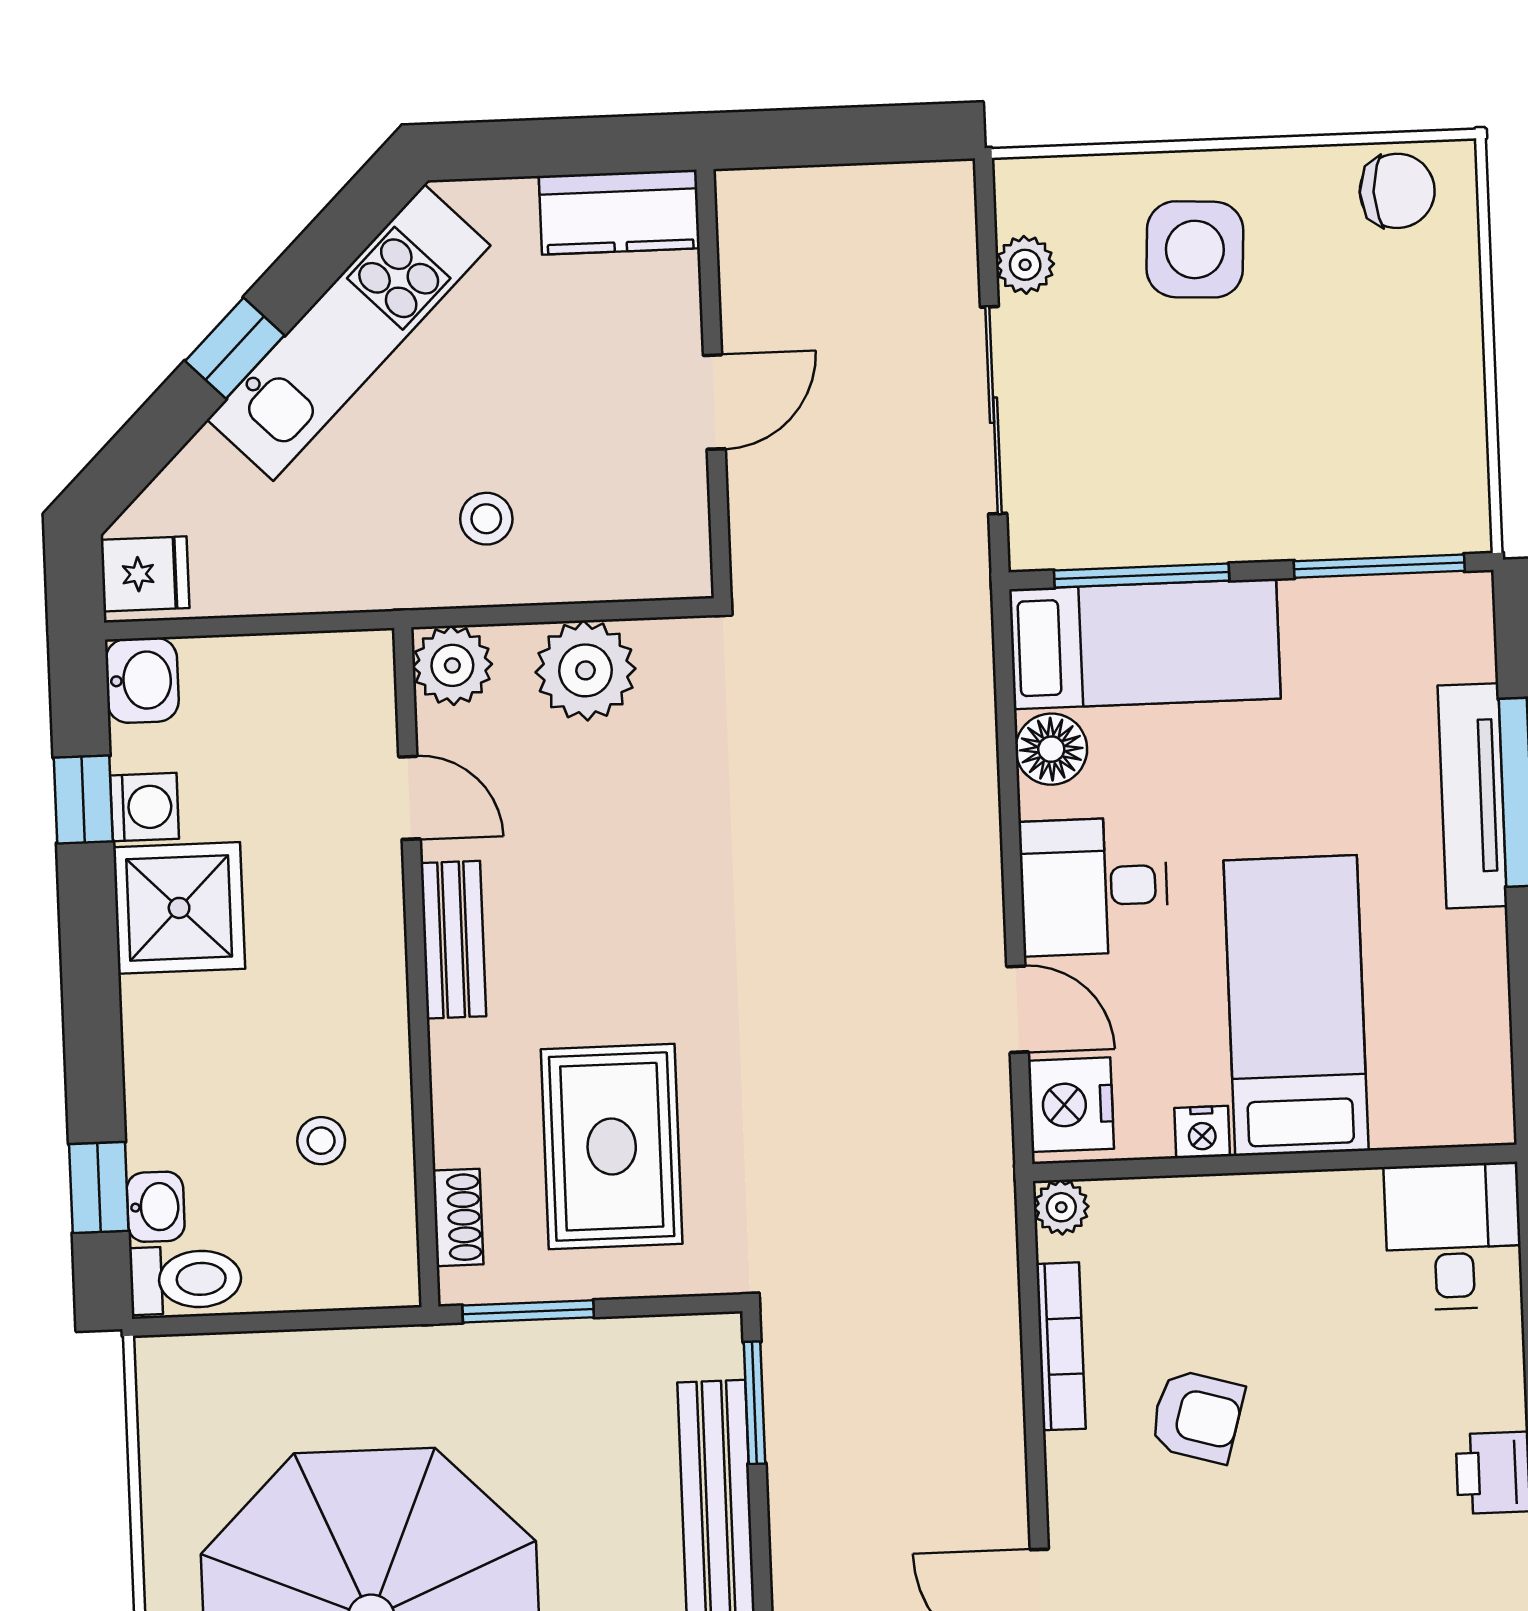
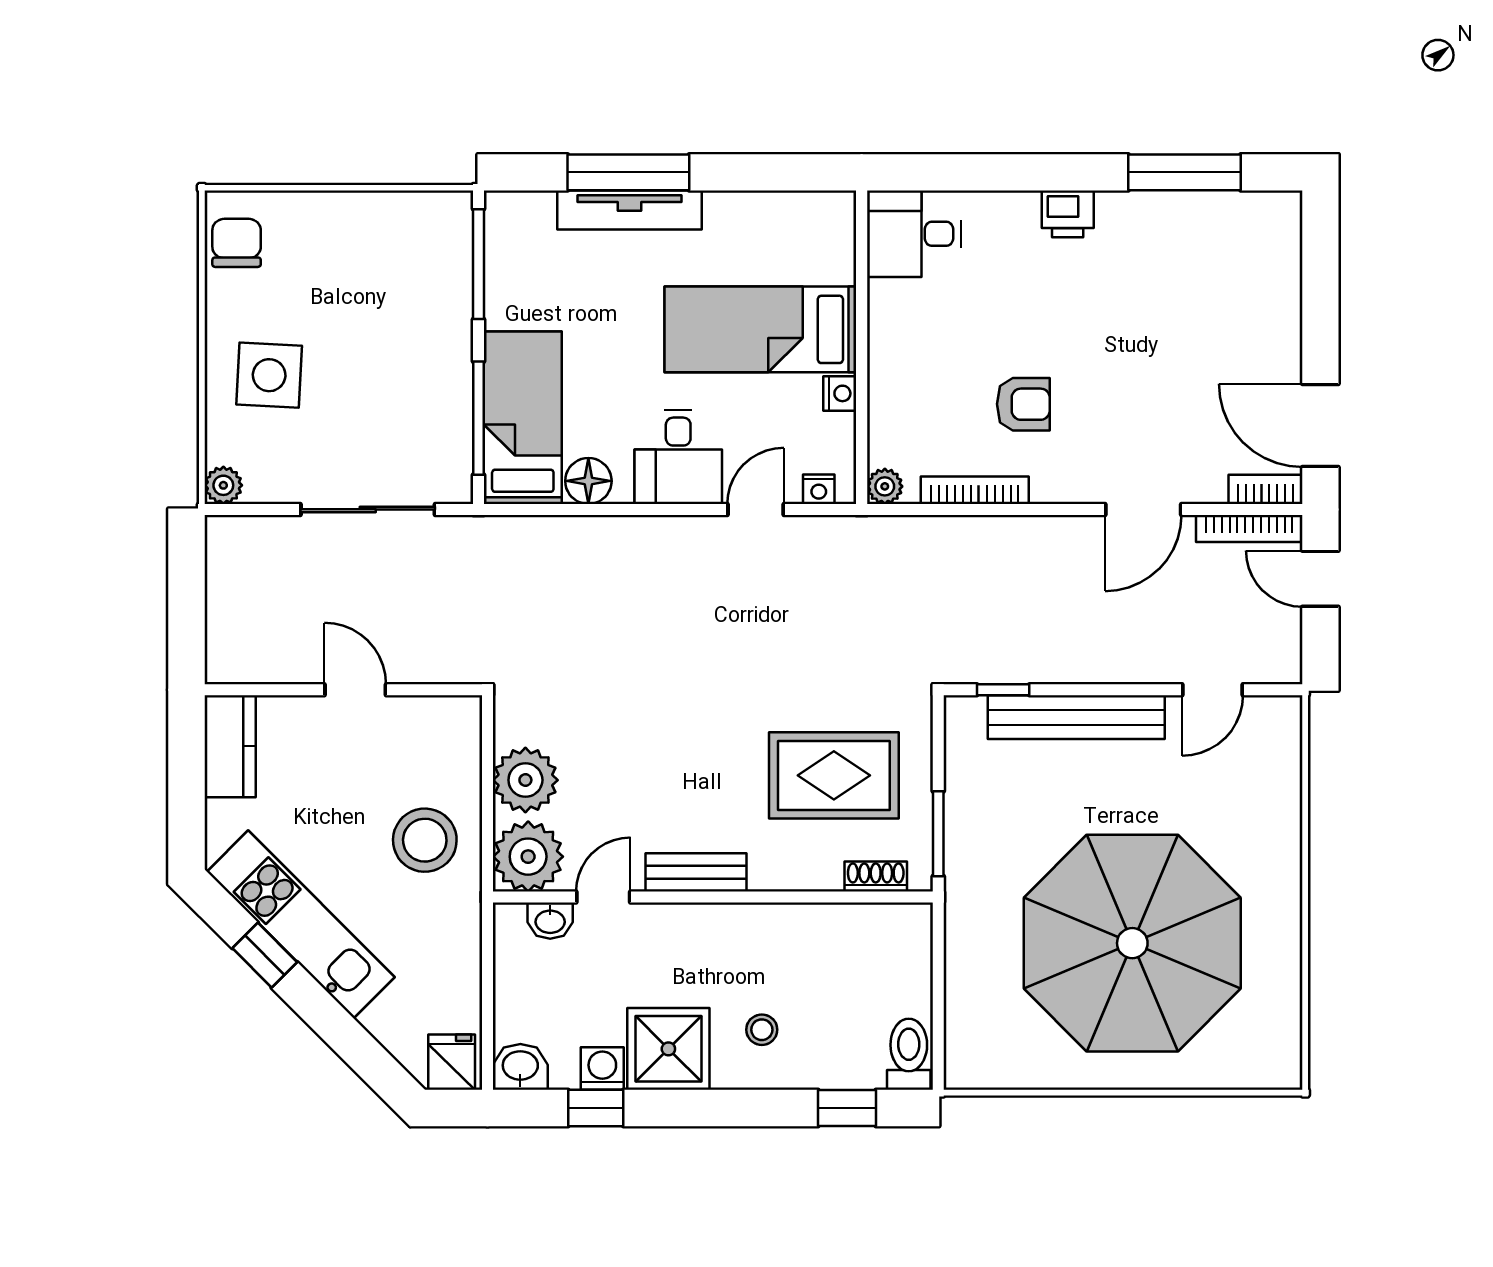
plant: (1025, 265) -> (223, 485), moved
window: (235, 348) -> (265, 955), moved
stool: (486, 519) -> (425, 840), width x1.89, depth x1.89
plant: (452, 665) -> (528, 857), width x1.36, depth x1.36
nightstand: (1071, 1105) -> (819, 489), width x0.53, depth x0.56
stool: (321, 1141) -> (762, 1030), moved
washbasin: (156, 1207) -> (550, 921), moved, turned 180
window: (755, 1403) -> (1003, 690), width x0.67
armchair: (1197, 1416) -> (1023, 404), turned 74

